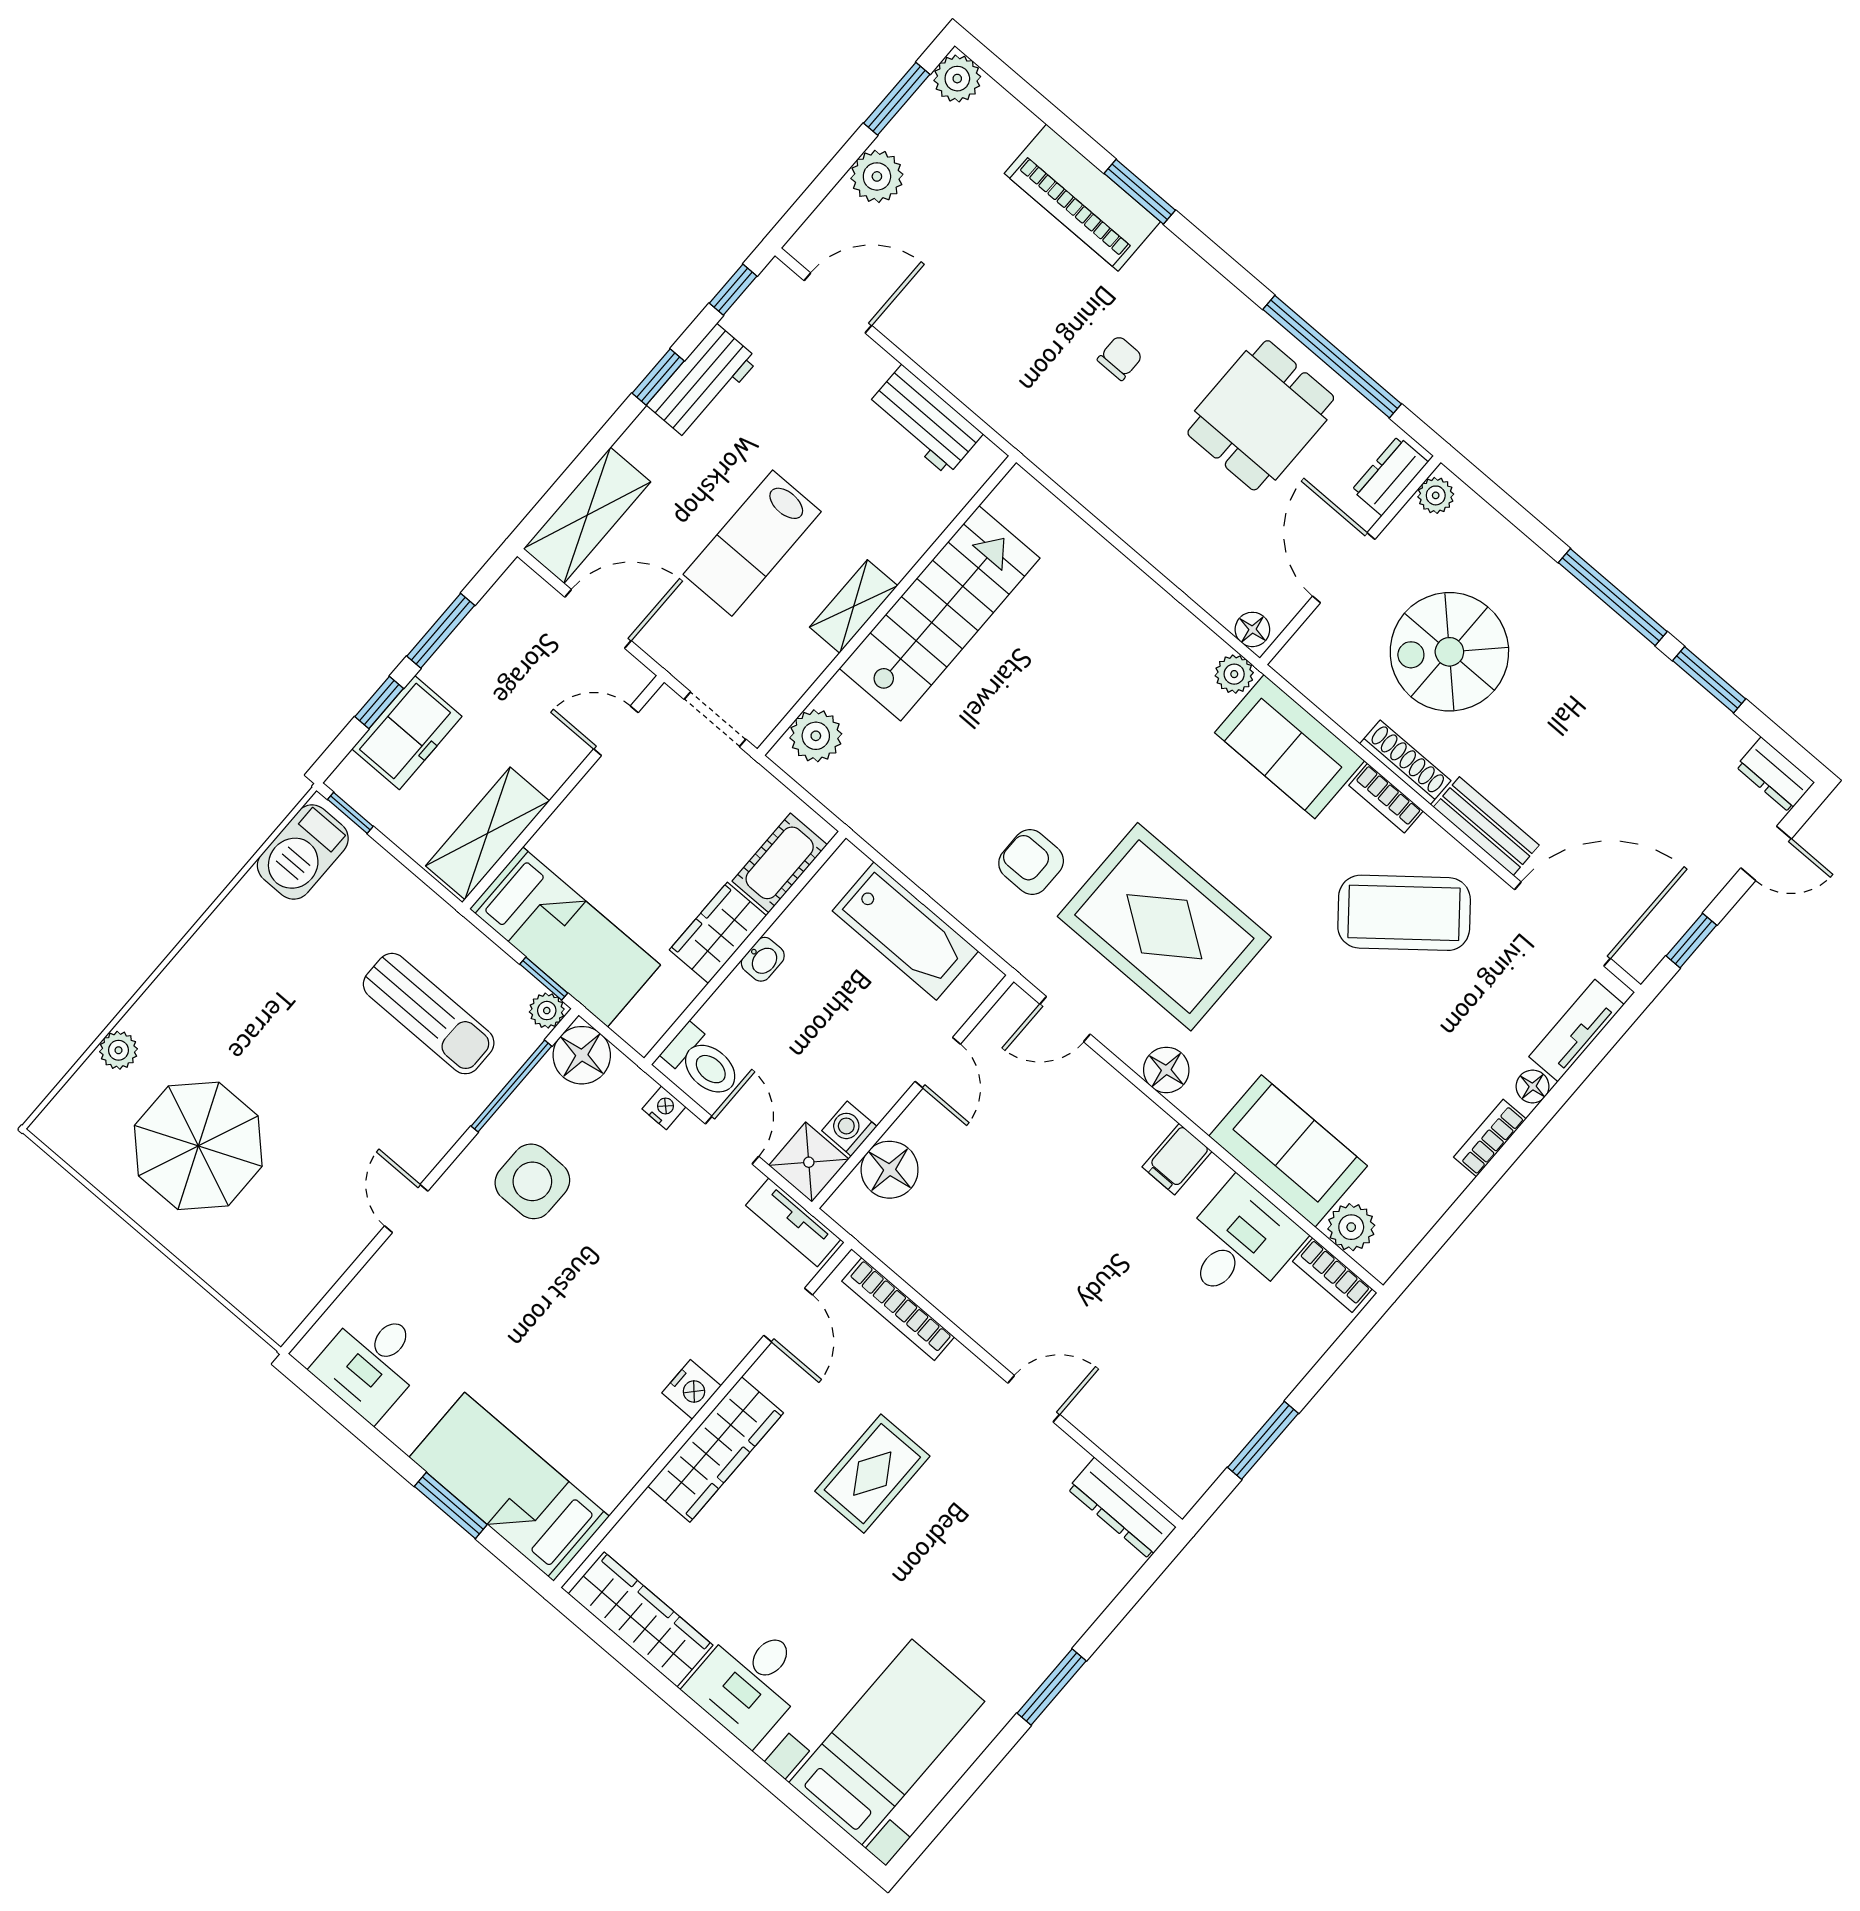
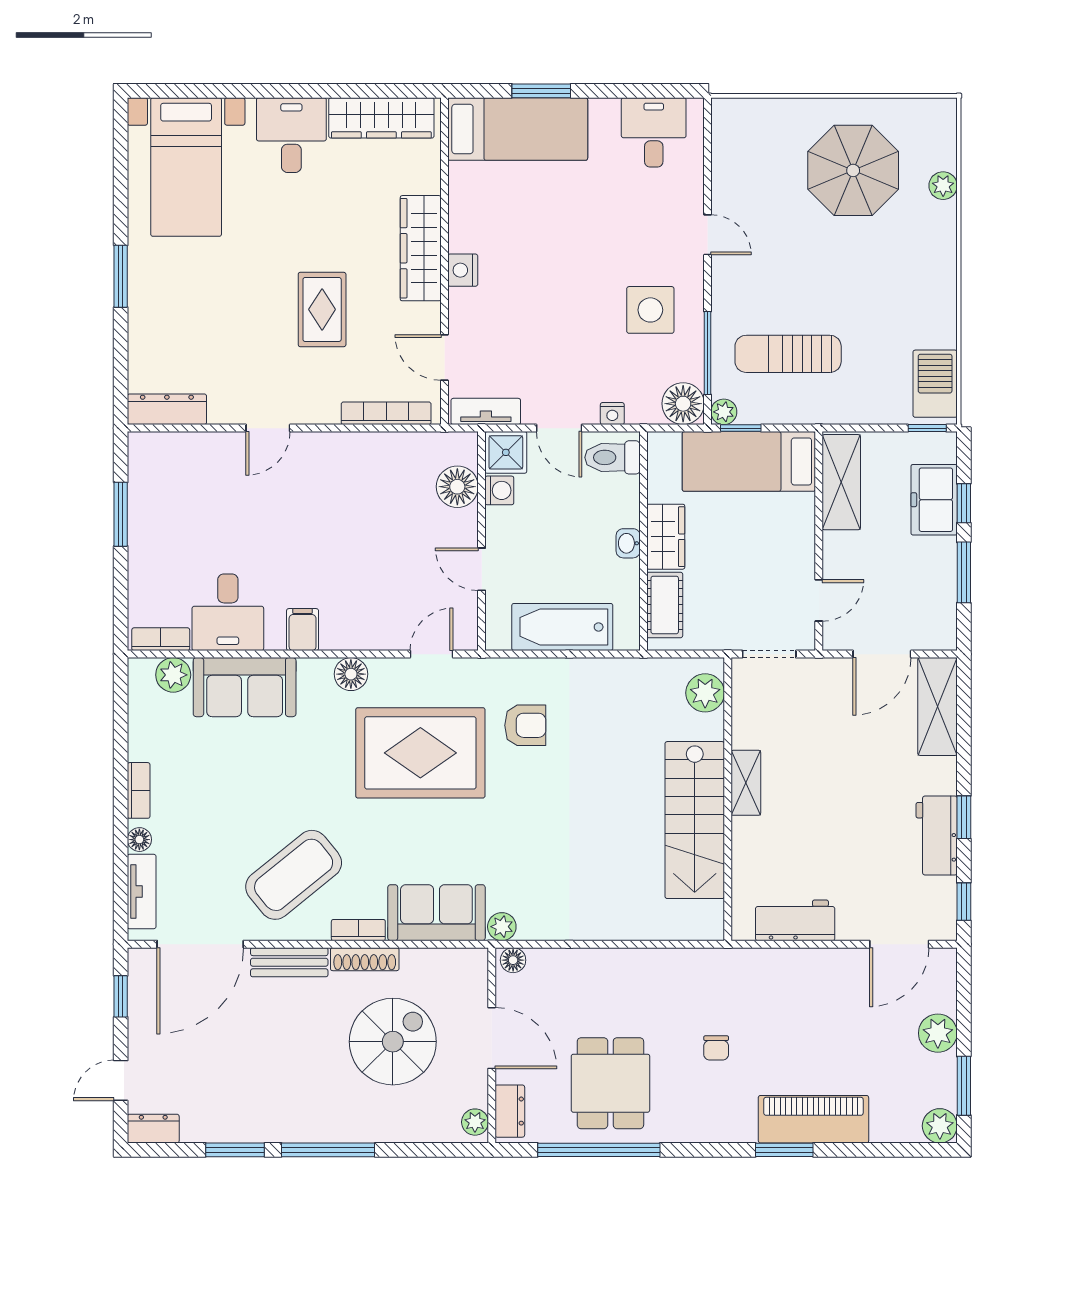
lab bench: (752, 543) -> (832, 770), removed

